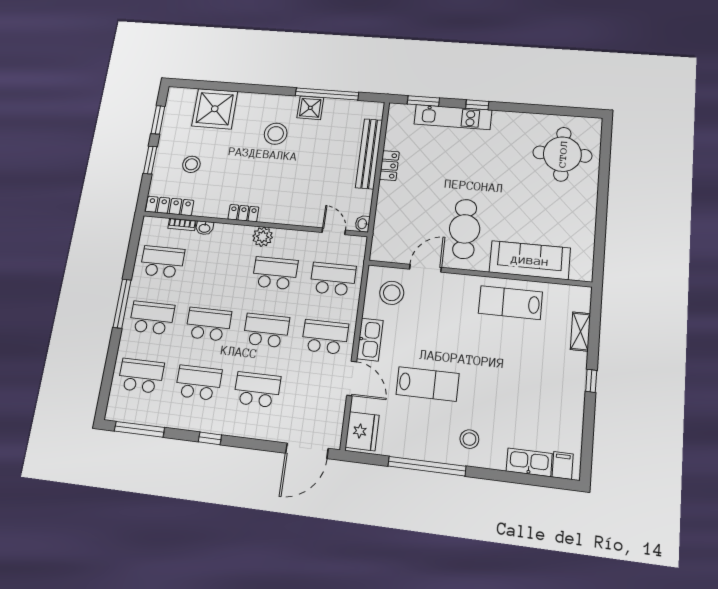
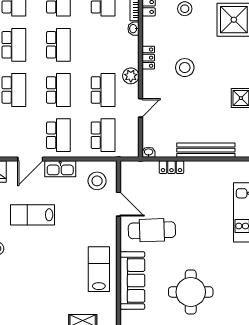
stool: (276, 134) -> (185, 68), moved
round table: (562, 154) -> (191, 292), moved
locker: (389, 166) -> (171, 167), moved
door: (334, 231) -> (140, 108), moved
lab bench: (427, 384) -> (32, 215), turned 90

